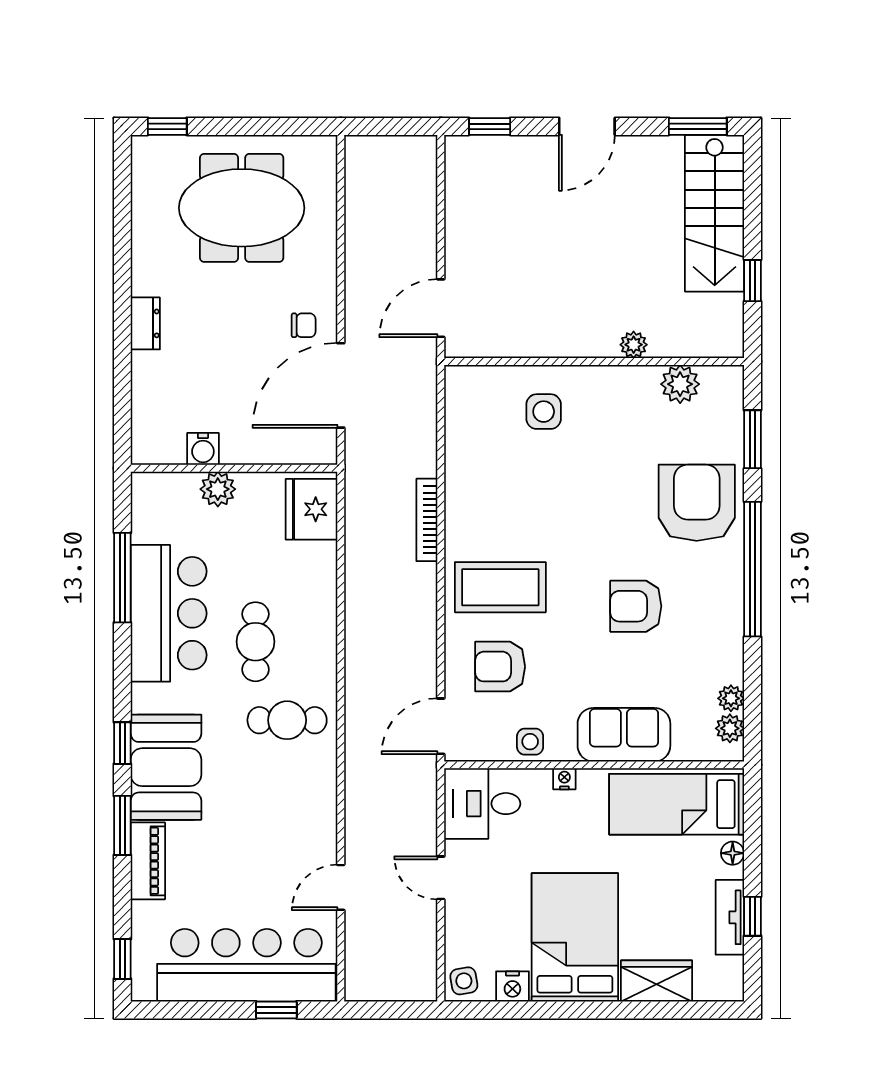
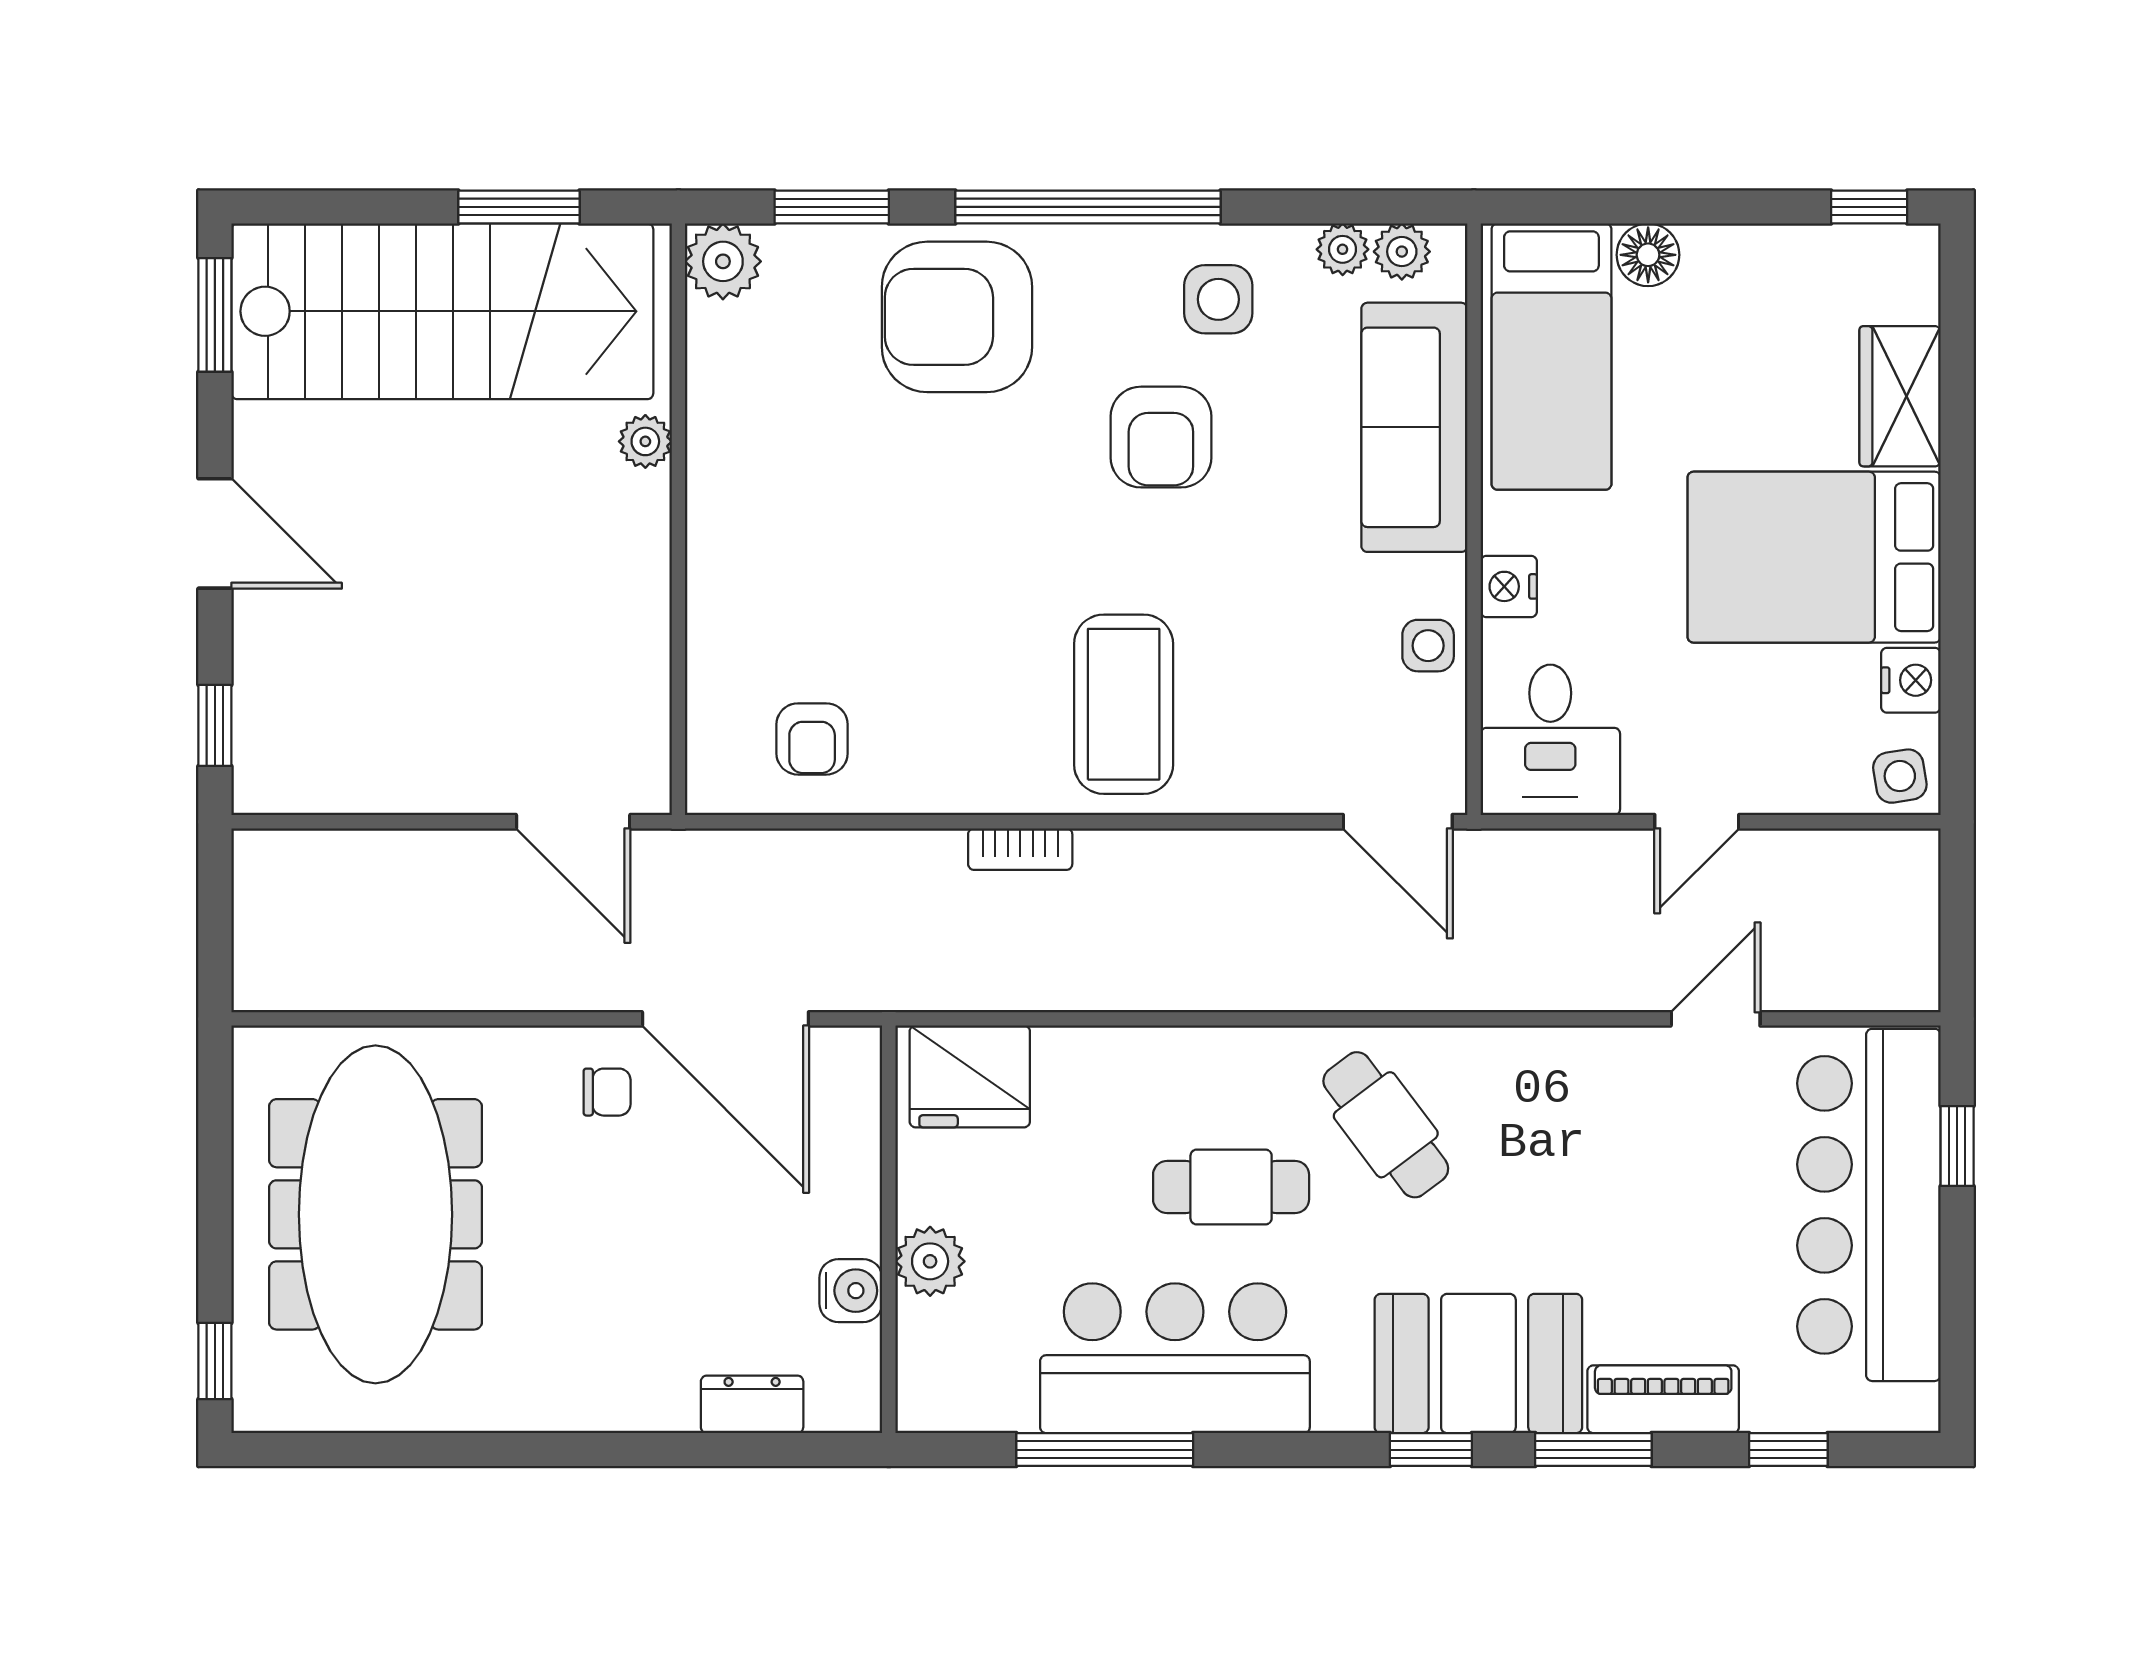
meeting table: (242, 208) -> (375, 1214), width x1.36
stairs: (715, 213) -> (442, 311), width x1.36, depth x1.51
window: (752, 281) -> (519, 207), width x1.50
dresser: (145, 323) -> (752, 1404), moved
chair: (304, 325) -> (607, 1092), turned 90
plant: (680, 384) -> (723, 261), moved
side table: (544, 412) -> (1218, 299), moved
bookcase: (427, 520) -> (1020, 849), width x0.64
armchair: (500, 667) -> (812, 739), moved, width x0.72, depth x0.72
cafe table: (287, 720) -> (1386, 1125), turned -37
sofa: (624, 735) -> (1414, 427), width x1.36
nightstand: (564, 779) -> (1509, 586), width x1.39, depth x1.35
floor lamp: (733, 853) -> (1648, 255), width x1.37, depth x1.37
door: (341, 887) -> (1716, 1019), swing flipped
window: (752, 916) -> (1869, 207), moved
tv unit: (730, 917) -> (1774, 252), removed
window: (122, 959) -> (1788, 1450), moved

